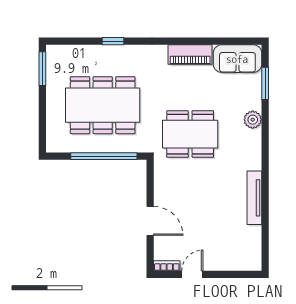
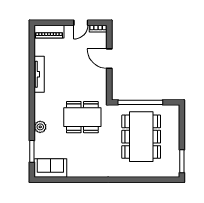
window: (113, 41) -> (134, 180), removed
piano: (190, 54) -> (49, 32), moved, turned 180
dining table: (103, 105) -> (141, 137), turned 90

